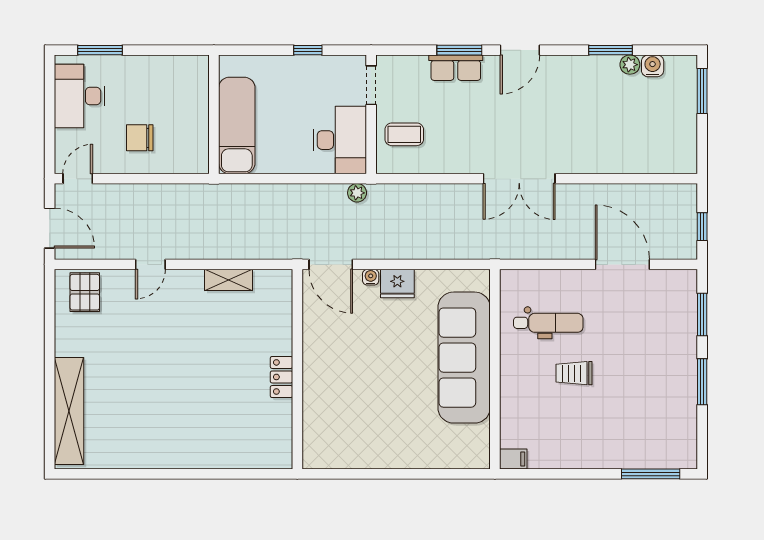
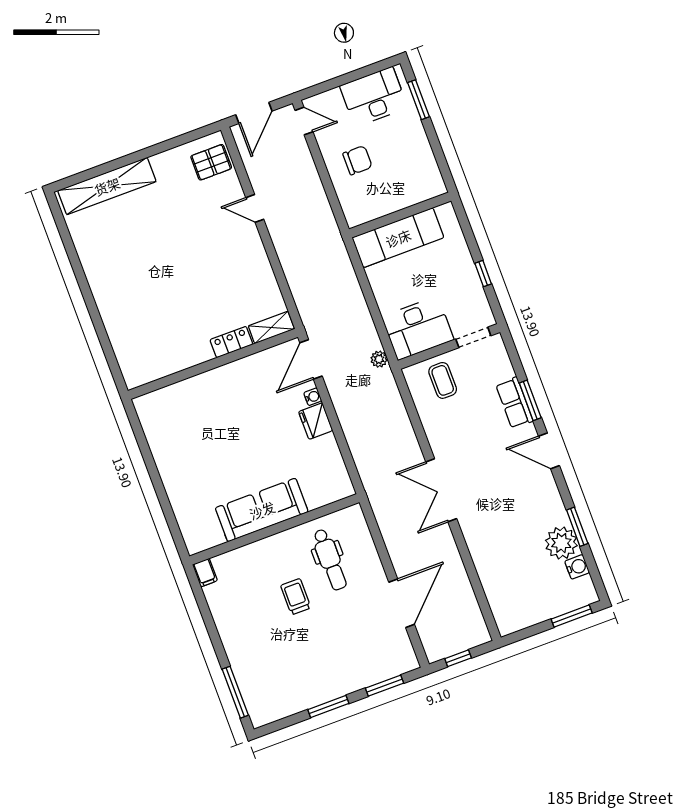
plant: (630, 65) -> (561, 543), width x1.87, depth x1.87
chair: (140, 138) -> (357, 160), turned 90
shelving: (229, 280) -> (271, 327), moved, turned 90
sofa: (464, 358) -> (262, 510), width x0.74, depth x0.79
locker: (281, 377) -> (231, 342), moved

